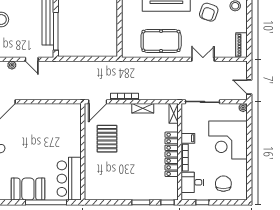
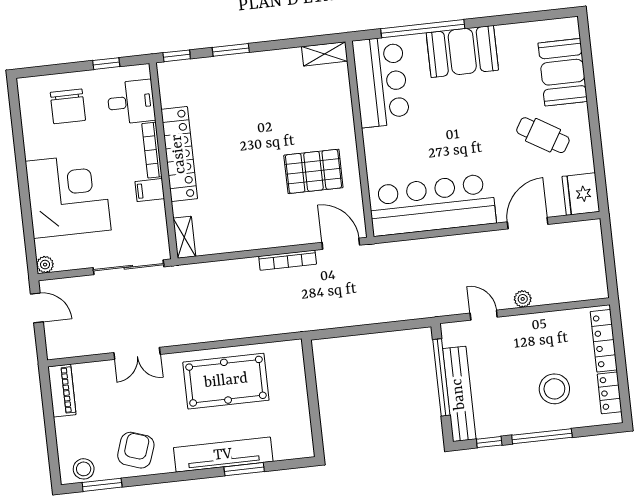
door: (98, 102) -> (341, 244), hinge flipped
shelving: (143, 108) -> (325, 54), moved
bar counter: (51, 116) -> (432, 205), added
pallet: (107, 139) -> (313, 171), turned 90

